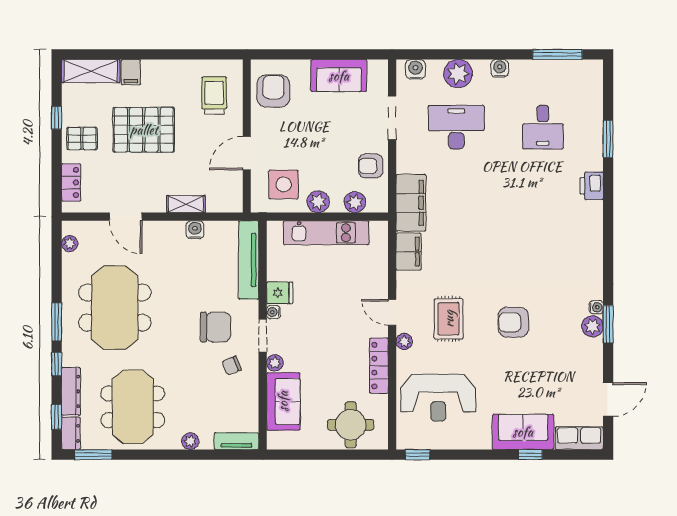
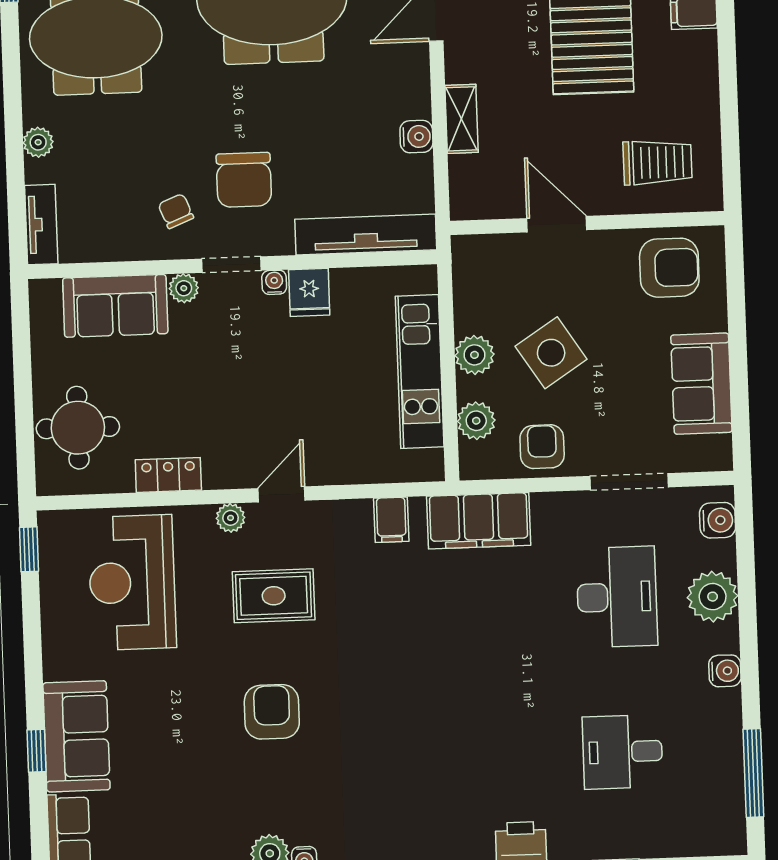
side table: (284, 184) -> (551, 353), moved, turned -33
filing cabinet: (409, 252) -> (391, 520), width x0.50
locker: (379, 366) -> (168, 475), width x0.66

